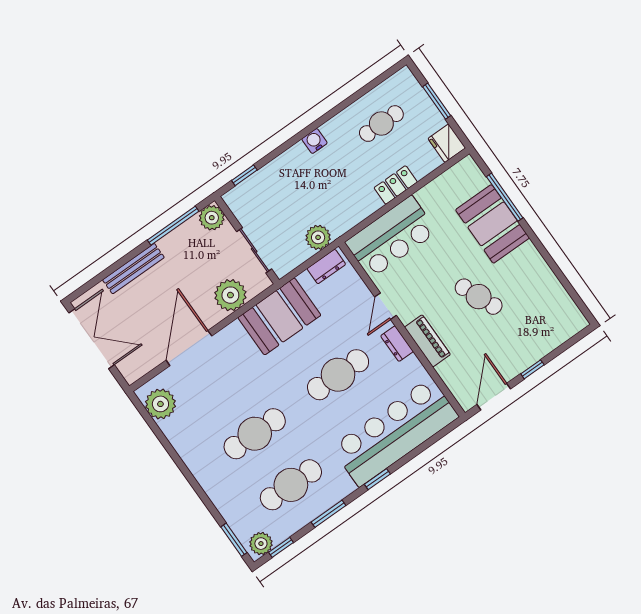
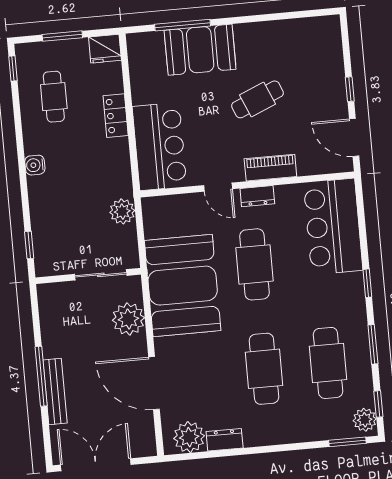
window: (385, 75) -> (13, 69), added
plant: (212, 218) -> (50, 296), removed
window: (173, 226) -> (41, 376), moved
dresser: (326, 267) -> (225, 440), moved, turned -90
booth: (279, 316) -> (183, 286), width x1.36, depth x1.42
bar counter: (395, 432) -> (333, 226), width x0.73

